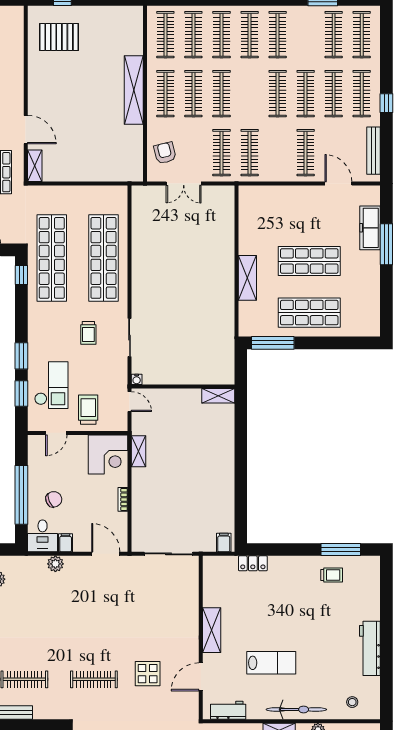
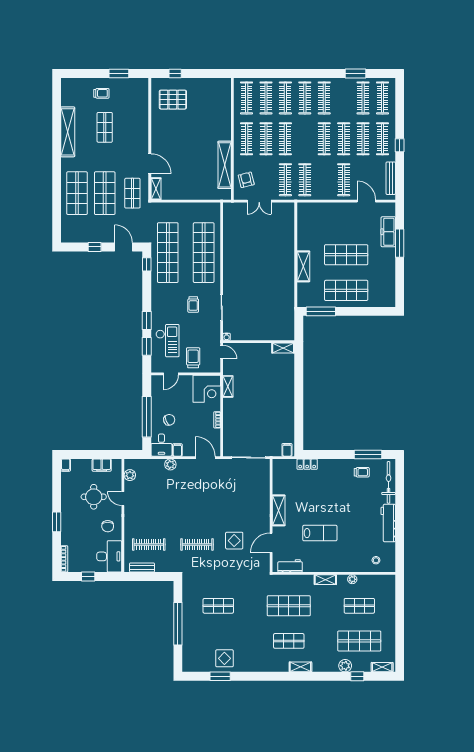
shelving: (134, 90) -> (225, 165), moved
bicycle: (296, 709) -> (389, 482), moved, turned -90

